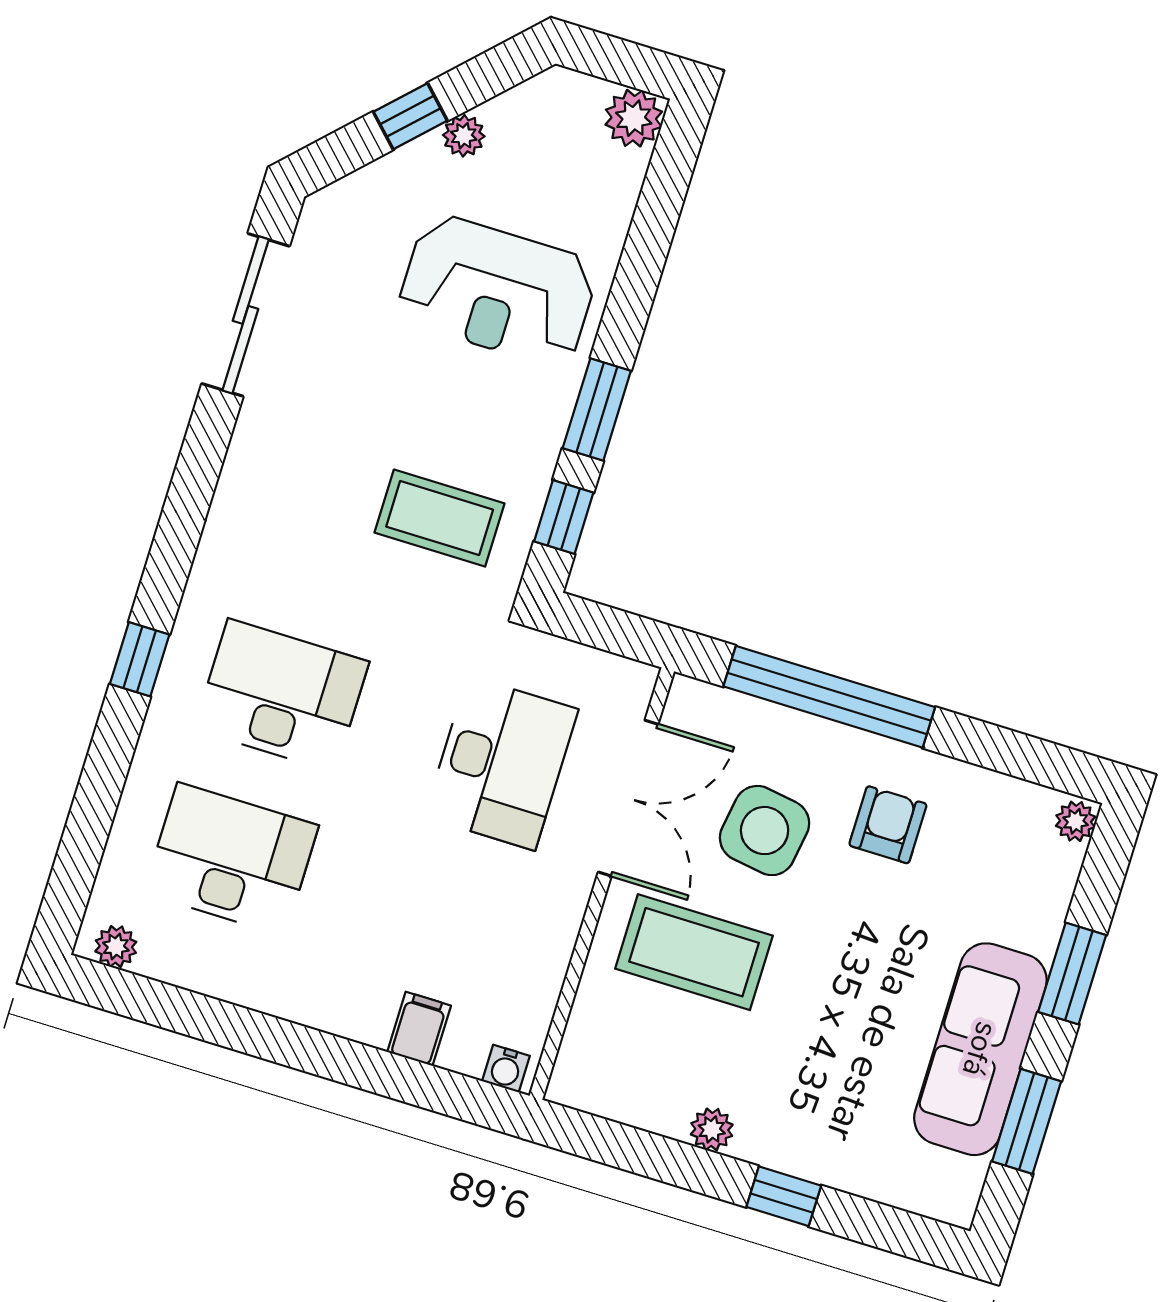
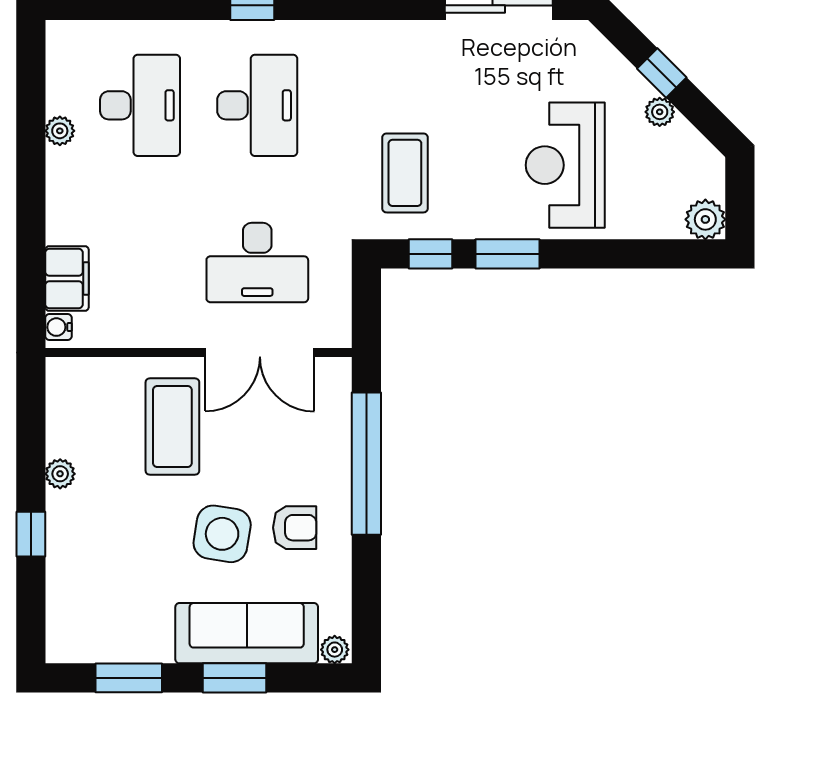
side table: (765, 831) -> (222, 534), moved
plant: (116, 947) -> (60, 131), moved
filing cabinet: (419, 1029) -> (67, 279), width x2.00
sofa: (980, 1049) -> (247, 633), moved

